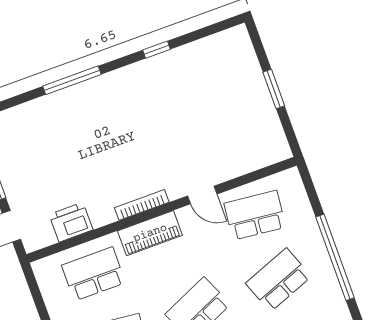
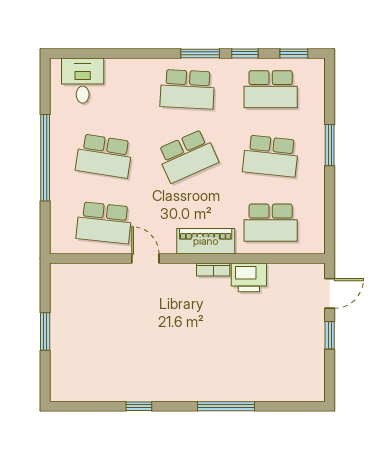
bookcase: (142, 205) -> (213, 270), width x0.64
printer: (71, 222) -> (249, 277), moved
school desk: (278, 280) -> (104, 156), turned 30

